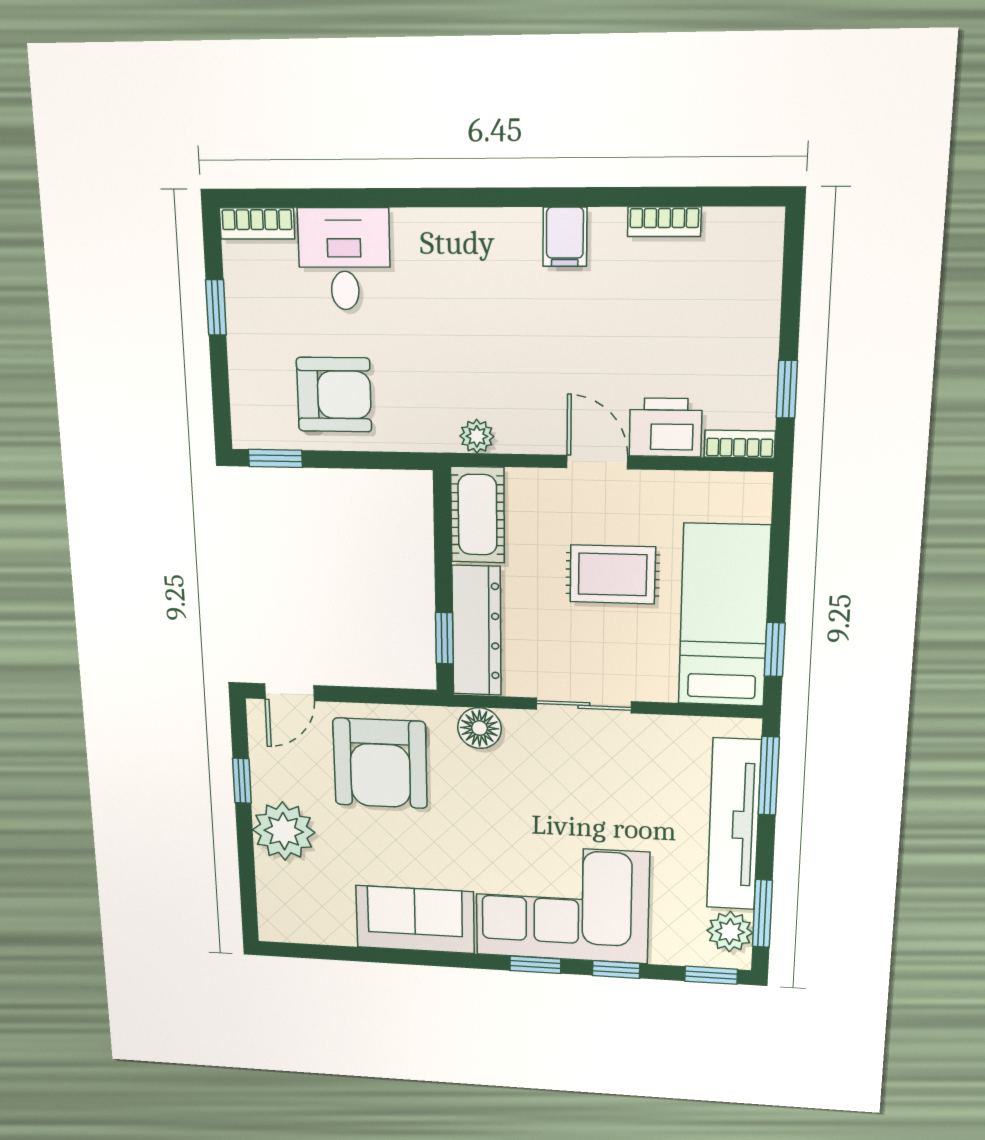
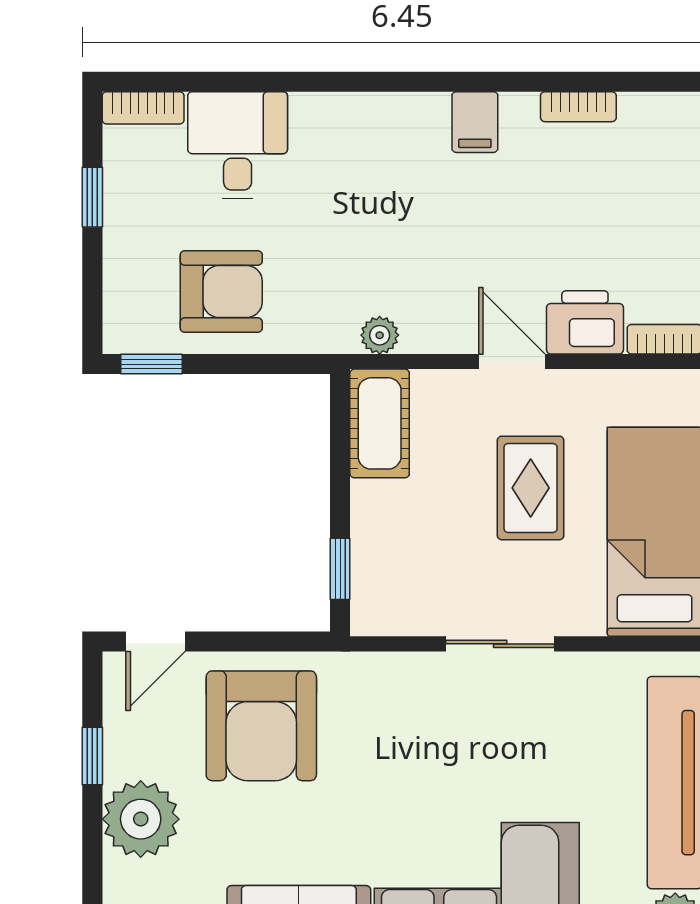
rug: (613, 574) -> (531, 488), turned 90
dresser: (477, 631) -> (377, 559), removed
floor lamp: (480, 728) -> (380, 677), removed

